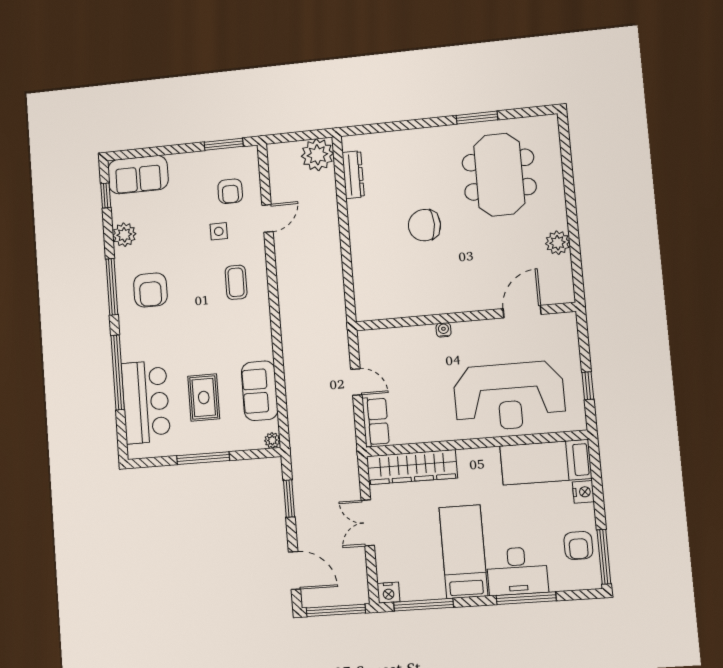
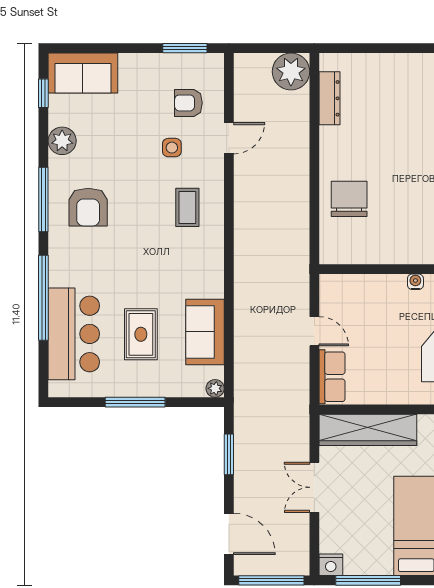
armchair: (230, 191) -> (188, 103), turned 90
chair: (424, 225) -> (349, 199), moved, turned 90

